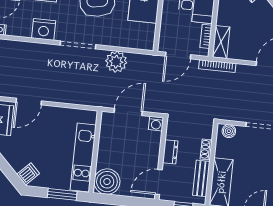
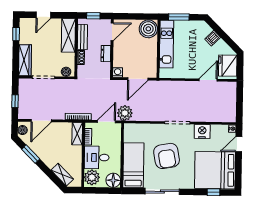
plant: (116, 62) -> (125, 113), moved
dishwasher: (28, 174) -> (213, 38), moved

